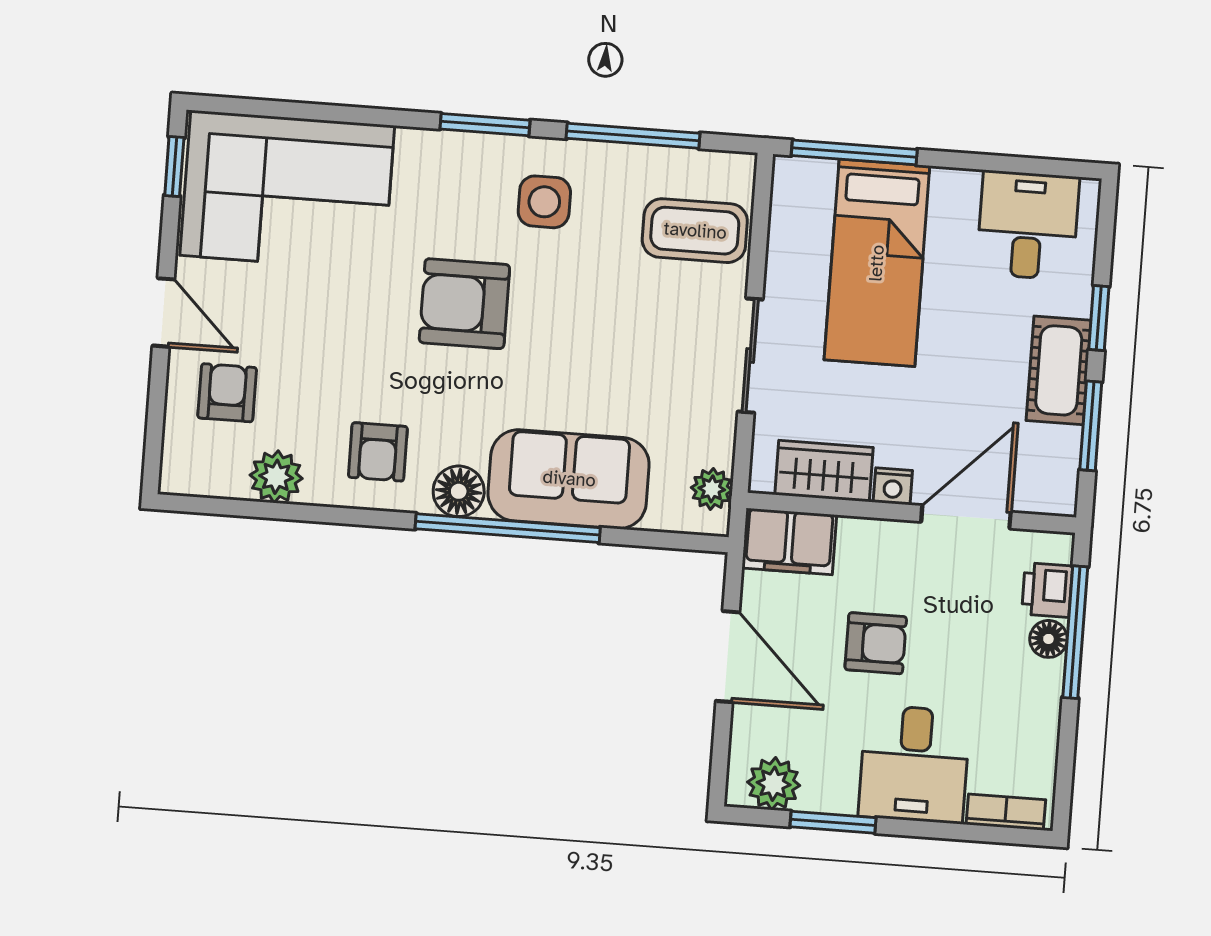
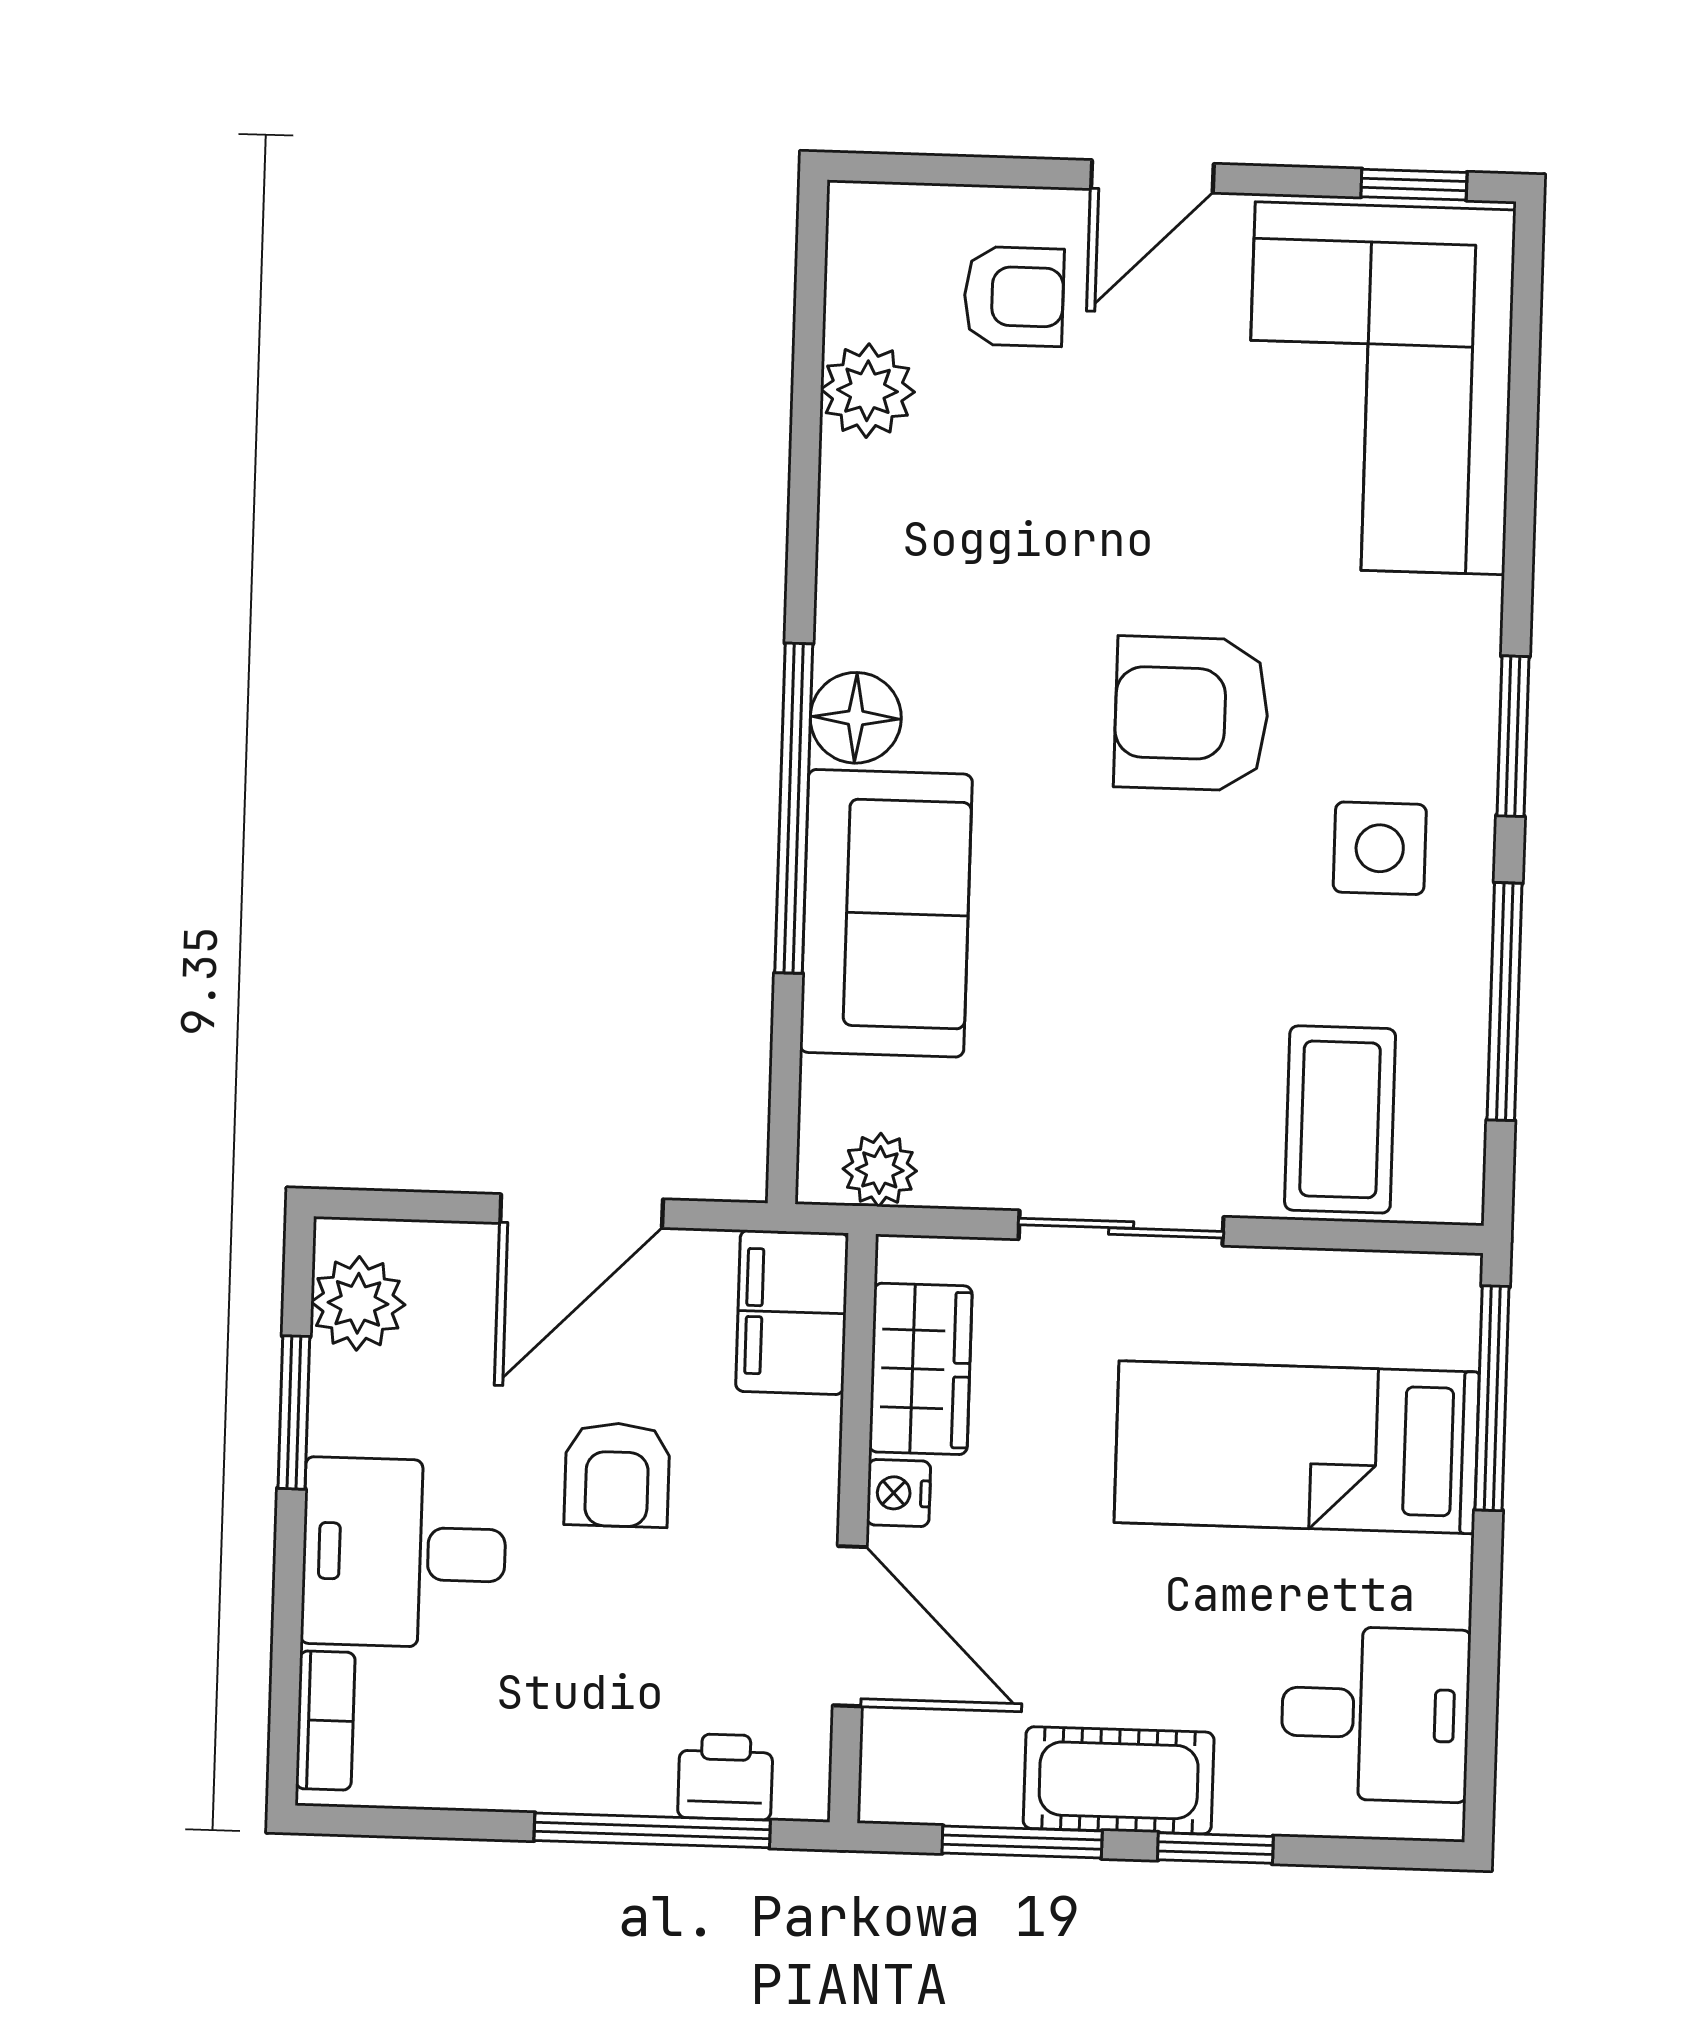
armchair: (464, 304) -> (1191, 714), turned -90
armchair: (378, 452) -> (920, 570), removed
floor lamp: (1048, 639) -> (638, 1783), removed

